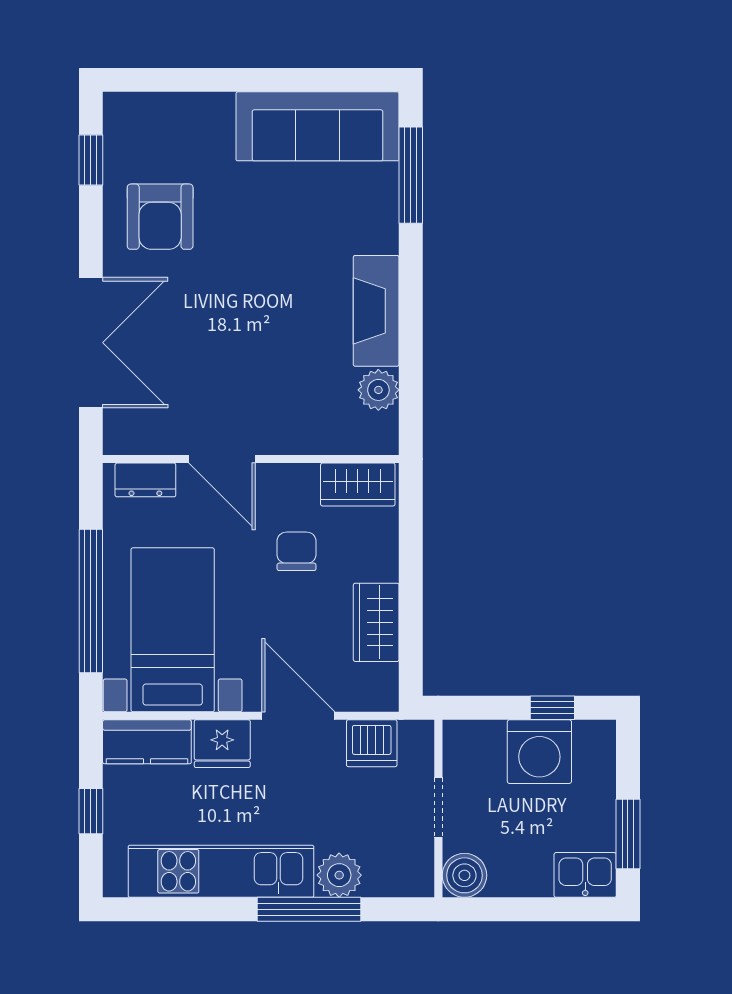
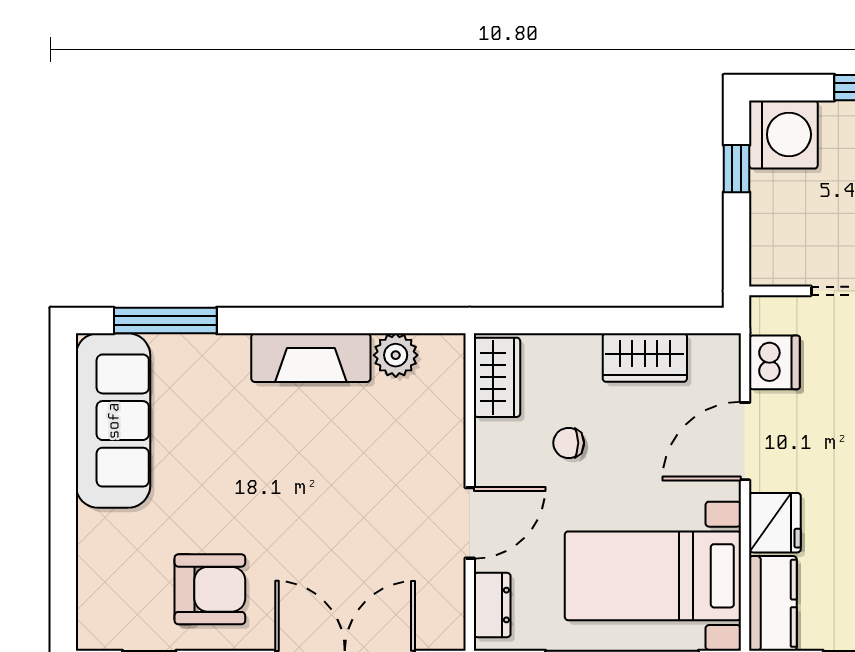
chair: (297, 551) -> (569, 443), width x0.73, depth x0.73
washing machine: (539, 752) -> (783, 135), moved

